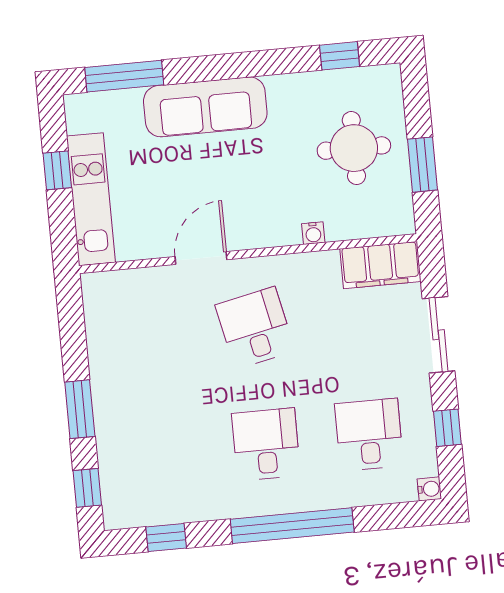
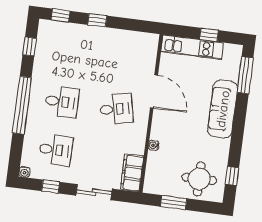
round table: (354, 148) -> (199, 179), moved
door: (201, 258) -> (154, 91), width x1.36
window: (80, 409) -> (97, 20), width x0.67

